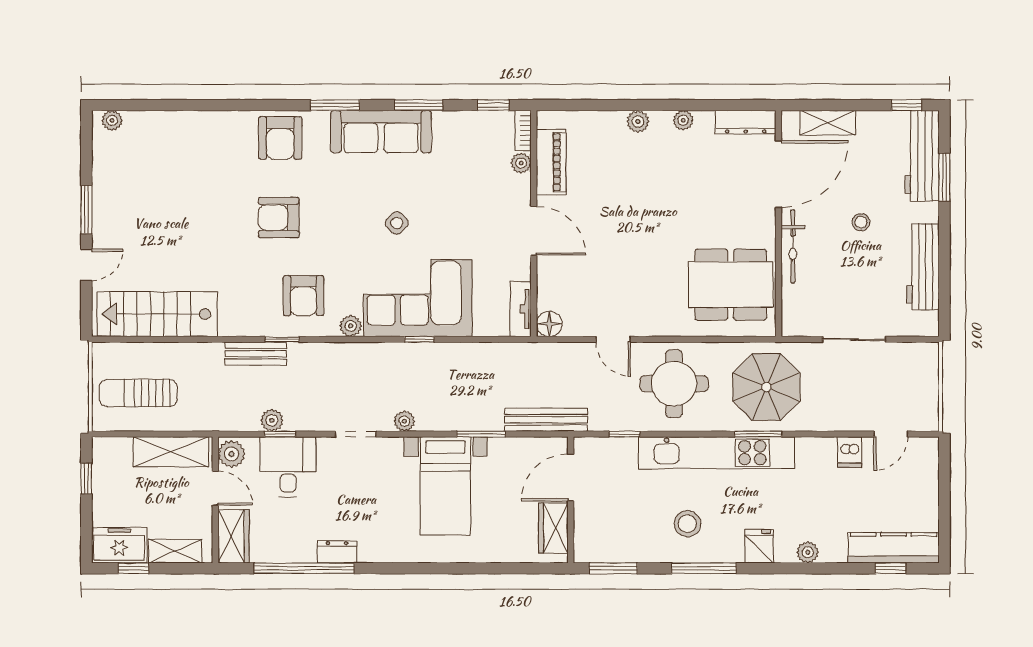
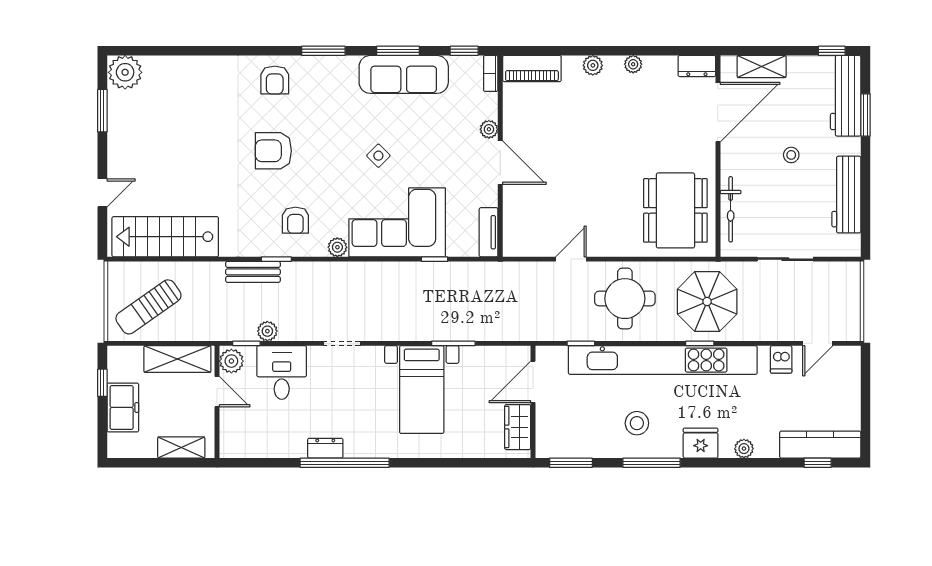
plant: (112, 120) -> (125, 72), width x1.87, depth x1.87
dresser: (746, 122) -> (697, 66), width x0.70
sofa: (381, 132) -> (404, 74), moved
armchair: (280, 138) -> (275, 80), width x0.72, depth x0.72
piano: (551, 162) -> (532, 69), moved, turned 90
plant: (521, 163) -> (489, 129), moved
window: (86, 210) -> (102, 111), moved
bicycle: (793, 247) -> (731, 209), moved
dining table: (731, 285) -> (675, 210), turned 90
armchair: (304, 296) -> (295, 220), width x0.72, depth x0.72
floor lamp: (549, 324) -> (514, 245), removed
window: (419, 339) -> (434, 259), moved
door: (613, 339) -> (571, 259), swing flipped
sun lounger: (138, 393) -> (148, 307), turned -35
bench: (546, 420) -> (511, 331), removed
plant: (404, 421) -> (385, 332), removed
window: (280, 434) -> (246, 343), moved
window: (758, 434) -> (700, 343), width x0.67
kitchen unit: (717, 453) -> (663, 360), width x1.36
wardrobe: (234, 536) -> (233, 434), removed
freezer: (119, 545) -> (123, 407), moved, turned 90
fridge: (759, 546) -> (701, 443), width x1.38
window: (133, 568) -> (144, 463), removed
window: (304, 568) -> (345, 463), moved

